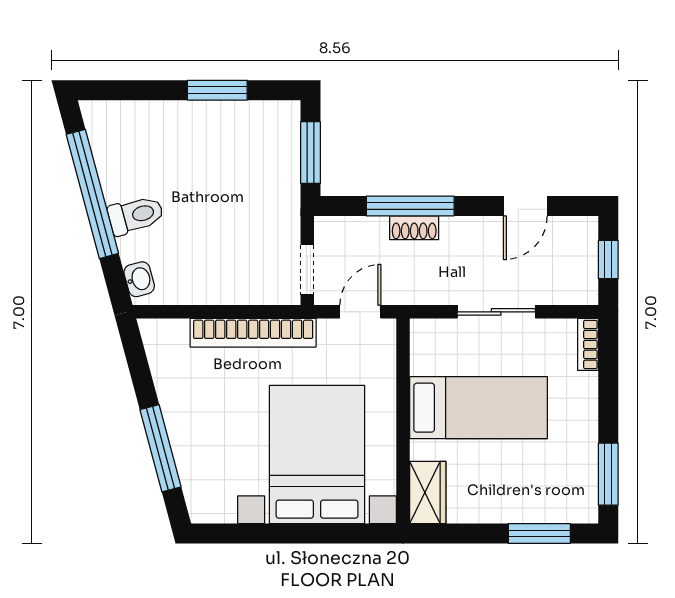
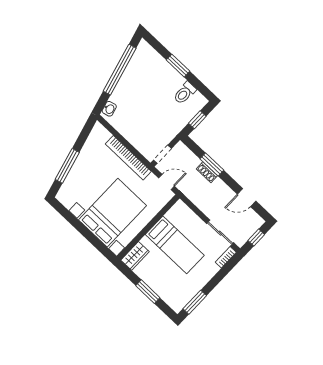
window: (217, 90) -> (178, 66), moved
window: (310, 153) -> (197, 120), width x0.67
window: (410, 206) -> (212, 165), width x0.69
toilet: (136, 215) -> (185, 93), moved, turned 105
sliding door: (496, 312) -> (220, 233), moved
window: (539, 534) -> (148, 292), moved

